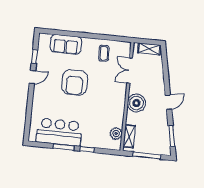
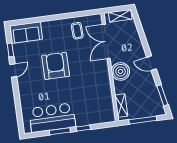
sofa: (66, 44) -> (26, 33), moved
double door: (130, 71) -> (106, 41), width x1.37
armchair: (75, 82) -> (56, 66), turned 180
door: (168, 102) -> (151, 63), swing flipped
plant: (116, 134) -> (108, 106), removed

